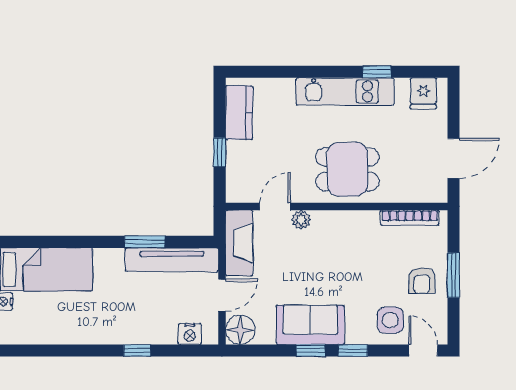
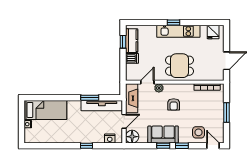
window: (377, 72) -> (174, 23), moved
window: (220, 152) -> (123, 42), moved
dishwasher: (240, 153) -> (132, 58), added
armchair: (422, 280) -> (174, 104), moved

